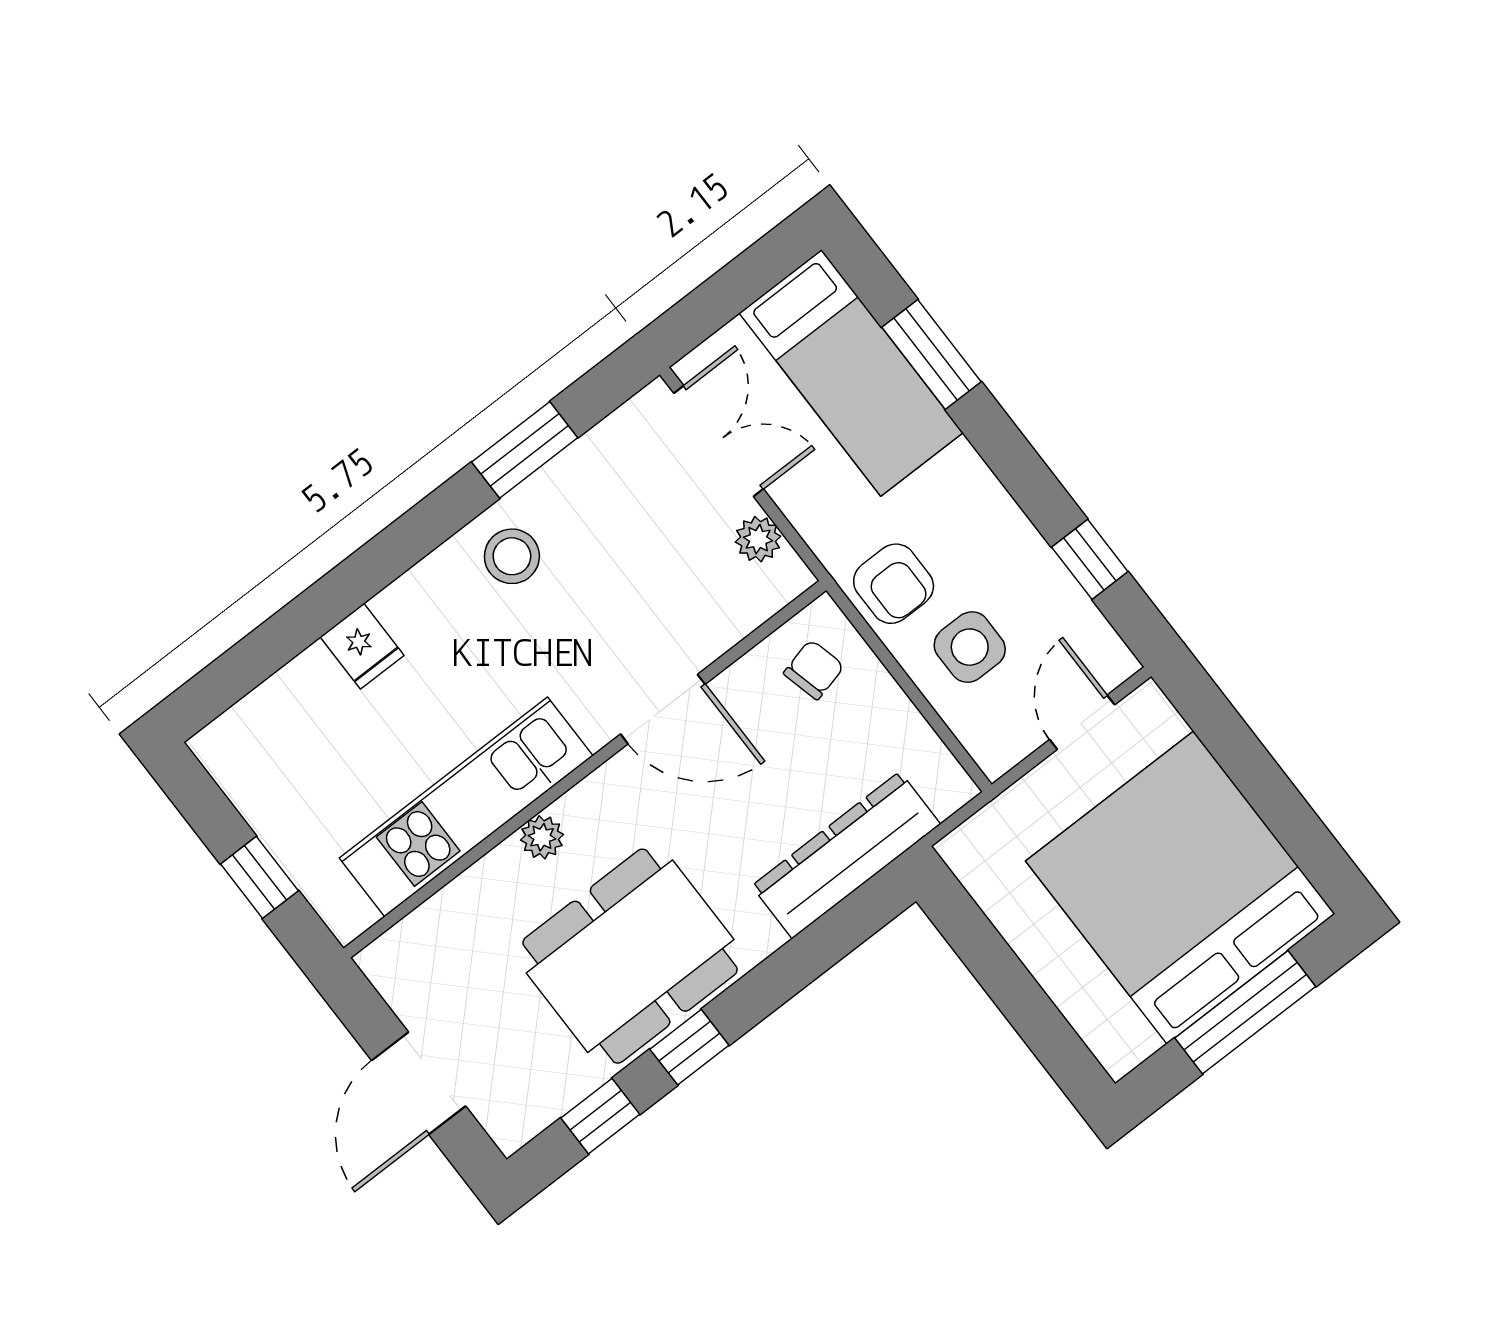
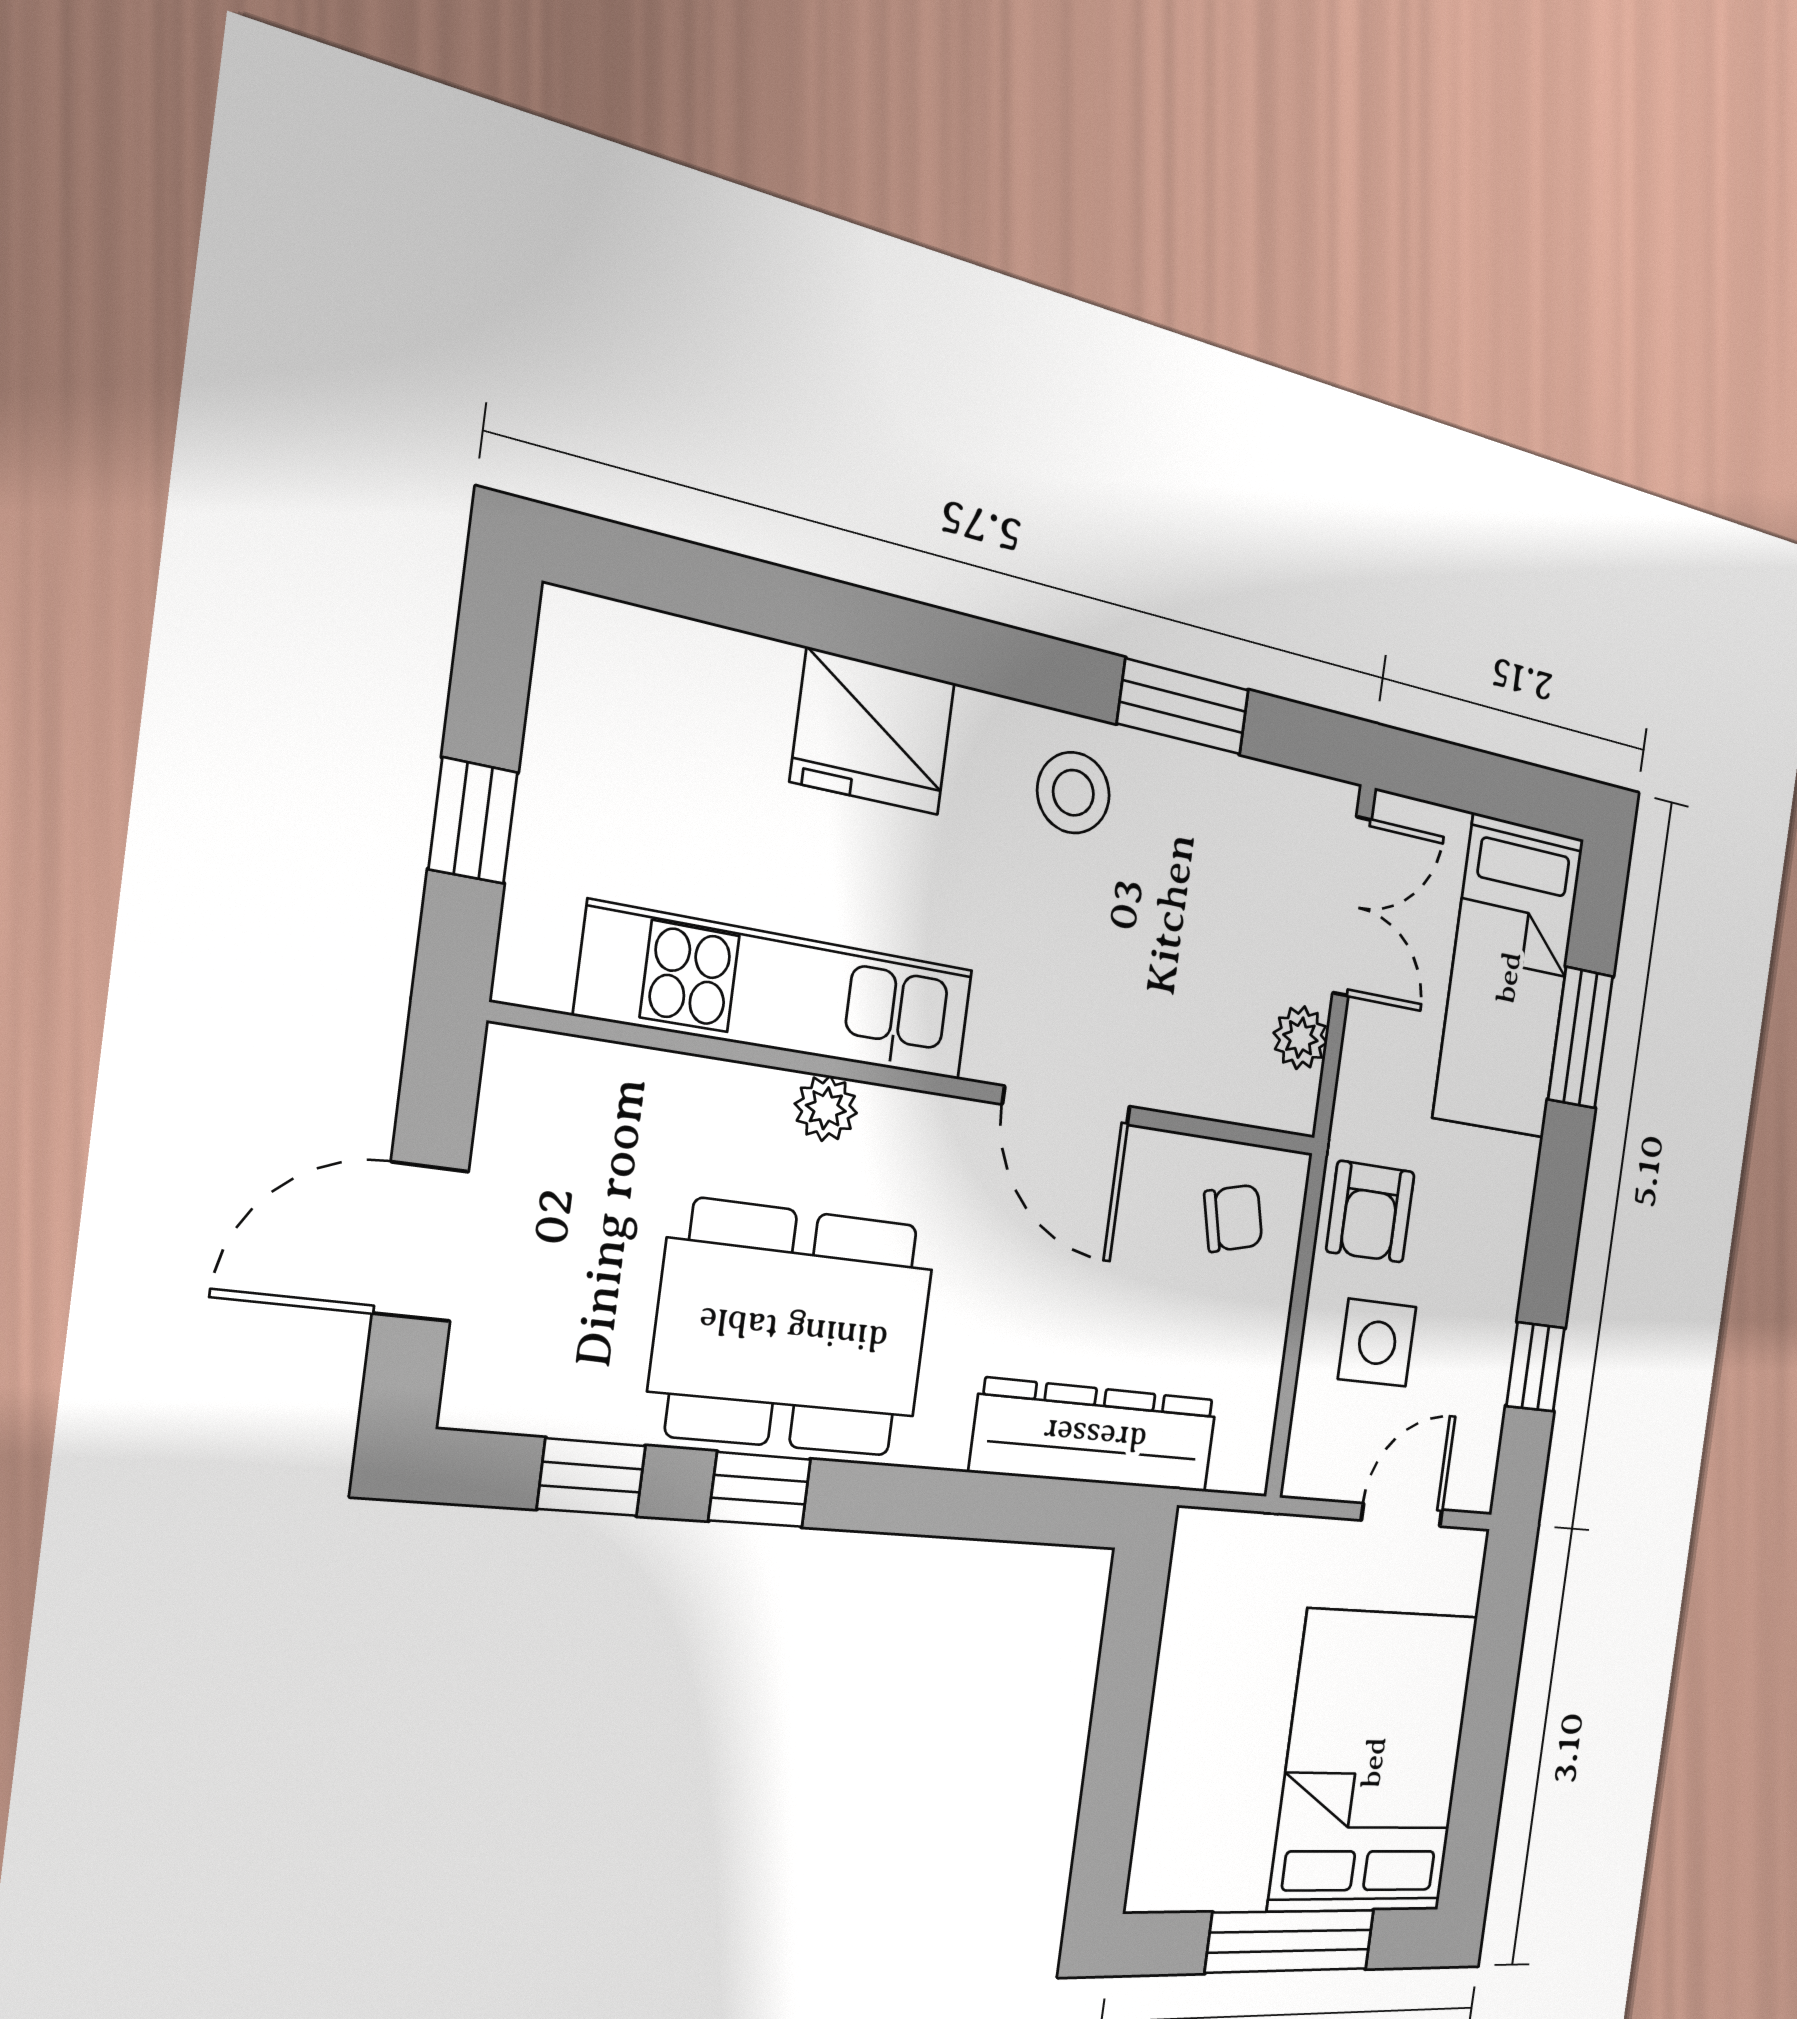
fridge: (362, 646) -> (873, 732), width x1.88, depth x1.34
bed: (1180, 888) -> (1374, 1762), width x0.73

